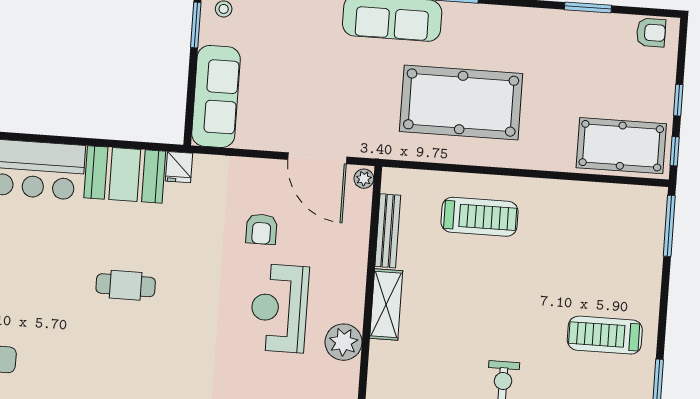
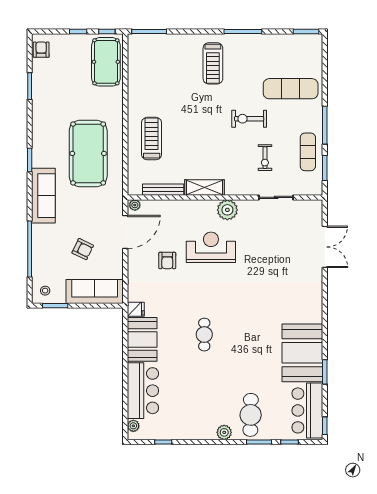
armchair: (292, 81) -> (83, 249), added
armchair: (262, 229) -> (167, 260), turned 90
reception desk: (279, 308) -> (211, 247), turned 180

